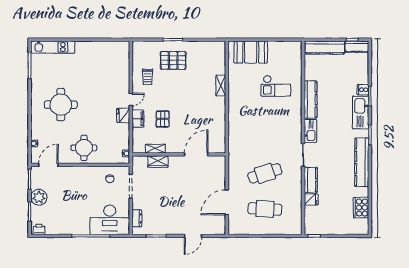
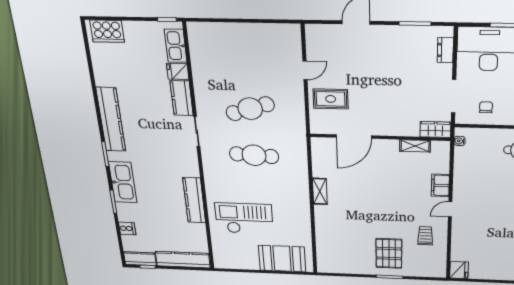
pallet: (173, 60) -> (389, 253), turned 90
shelving: (221, 86) -> (320, 191), moved
checkout: (276, 86) -> (244, 218), width x1.36, depth x1.21
cooker: (363, 90) -> (127, 228), moved
fridge: (123, 115) -> (459, 270), moved
pallet: (163, 119) -> (404, 184), removed
kitchen sink: (310, 131) -> (176, 46), moved
wardrobe: (158, 162) -> (435, 129), moved
rug: (211, 182) -> (331, 99), added
door: (227, 202) -> (305, 70), width x0.53
cooker: (361, 208) -> (107, 31), moved, turned 90
cafe table: (265, 209) -> (254, 155), moved

